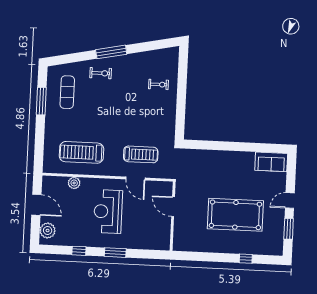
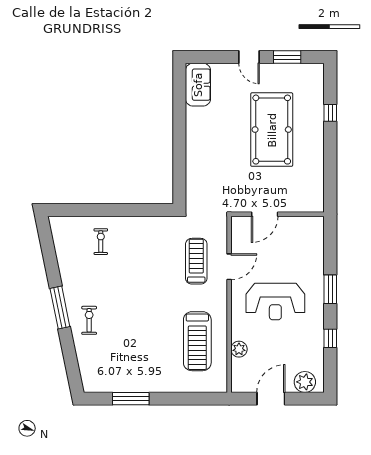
exercise mat: (67, 92) -> (117, 364), removed

